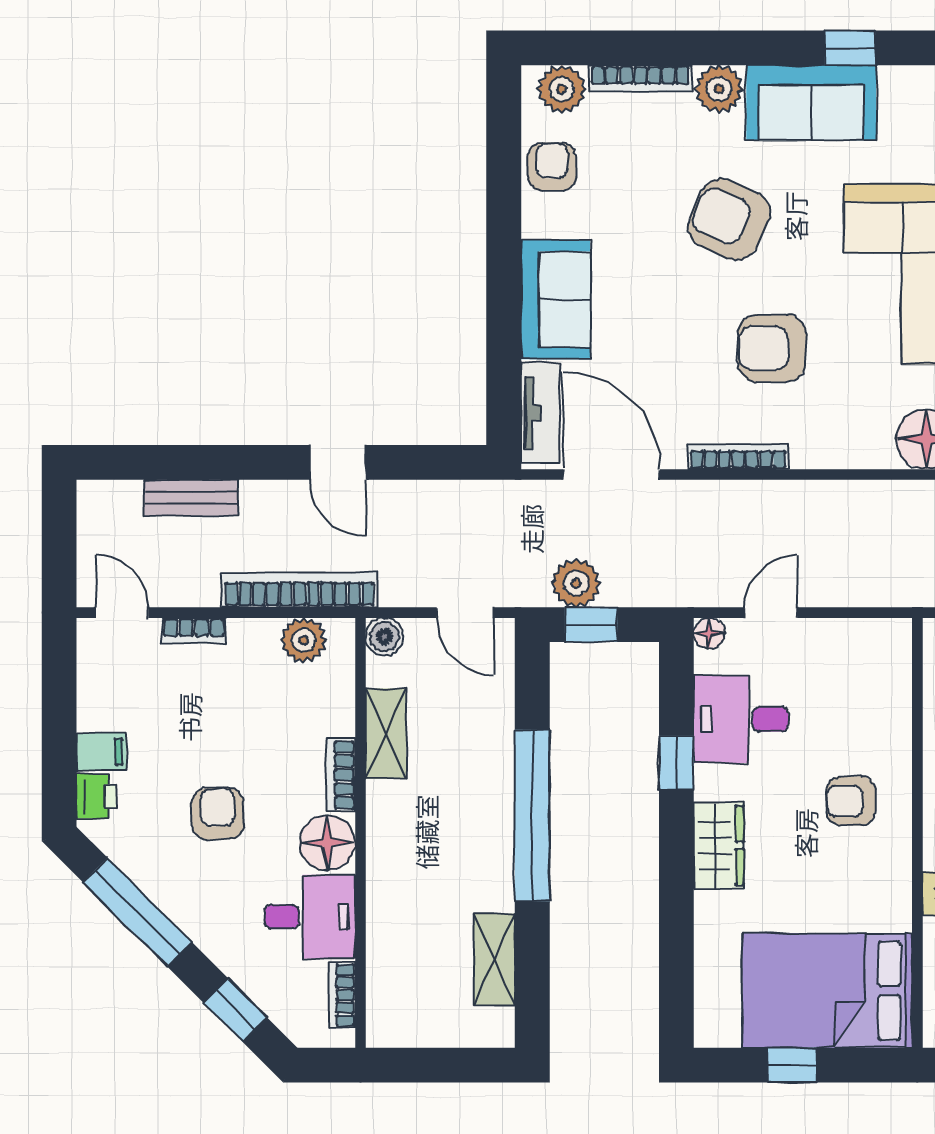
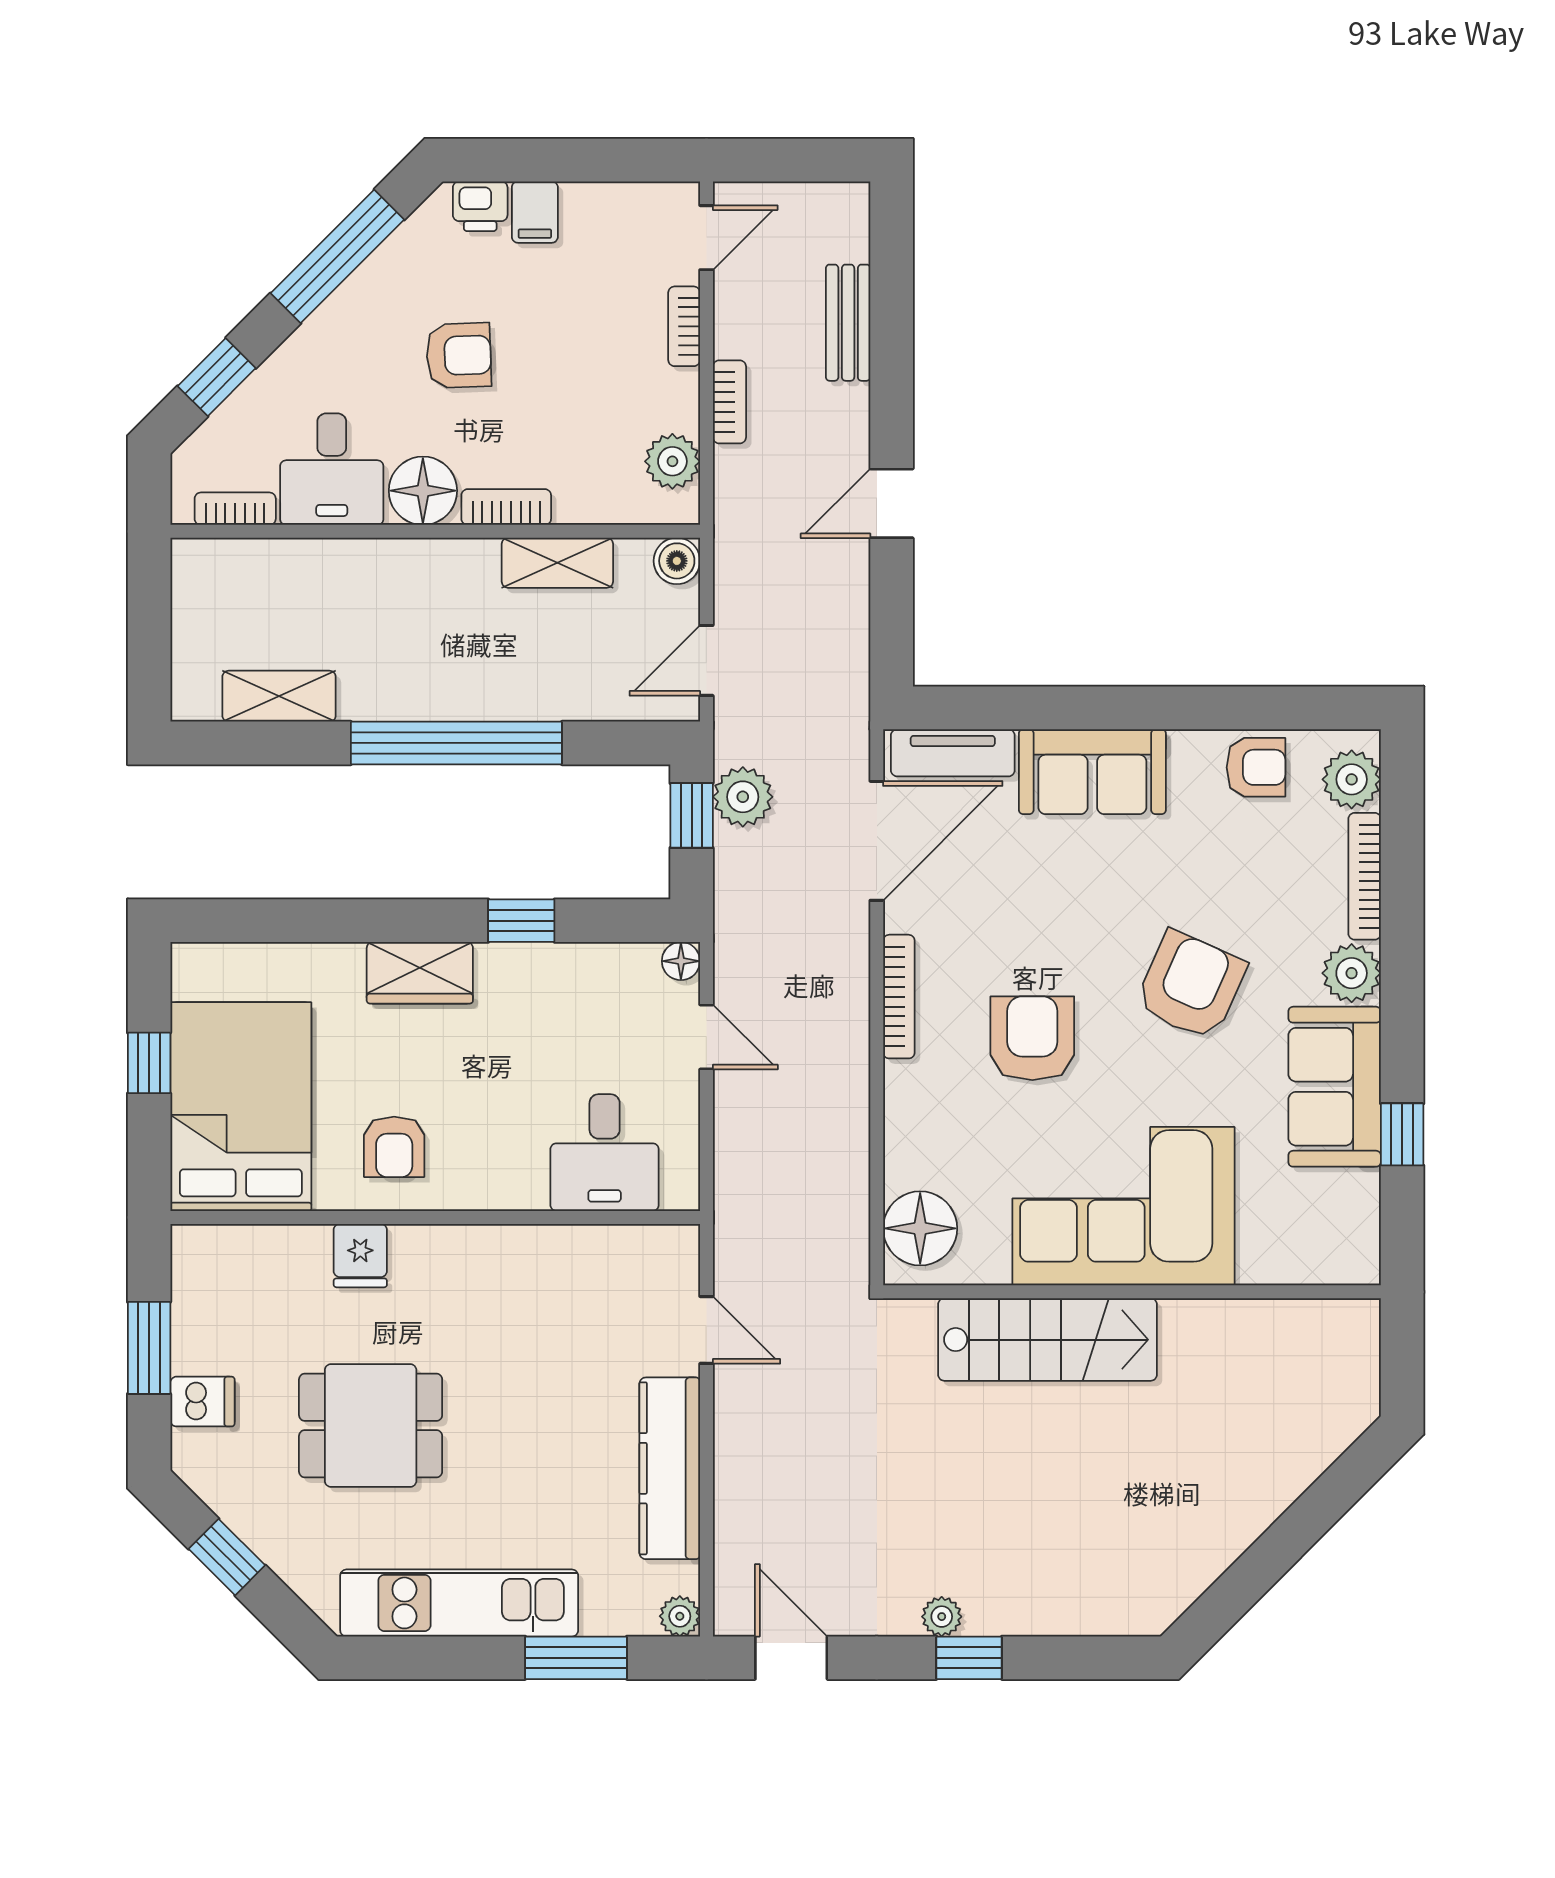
bookcase: (300, 590) -> (729, 402), width x0.43, depth x0.76
desk: (741, 719) -> (605, 1153), moved, turned 180
armchair: (851, 801) -> (394, 1147), moved, turned 180

